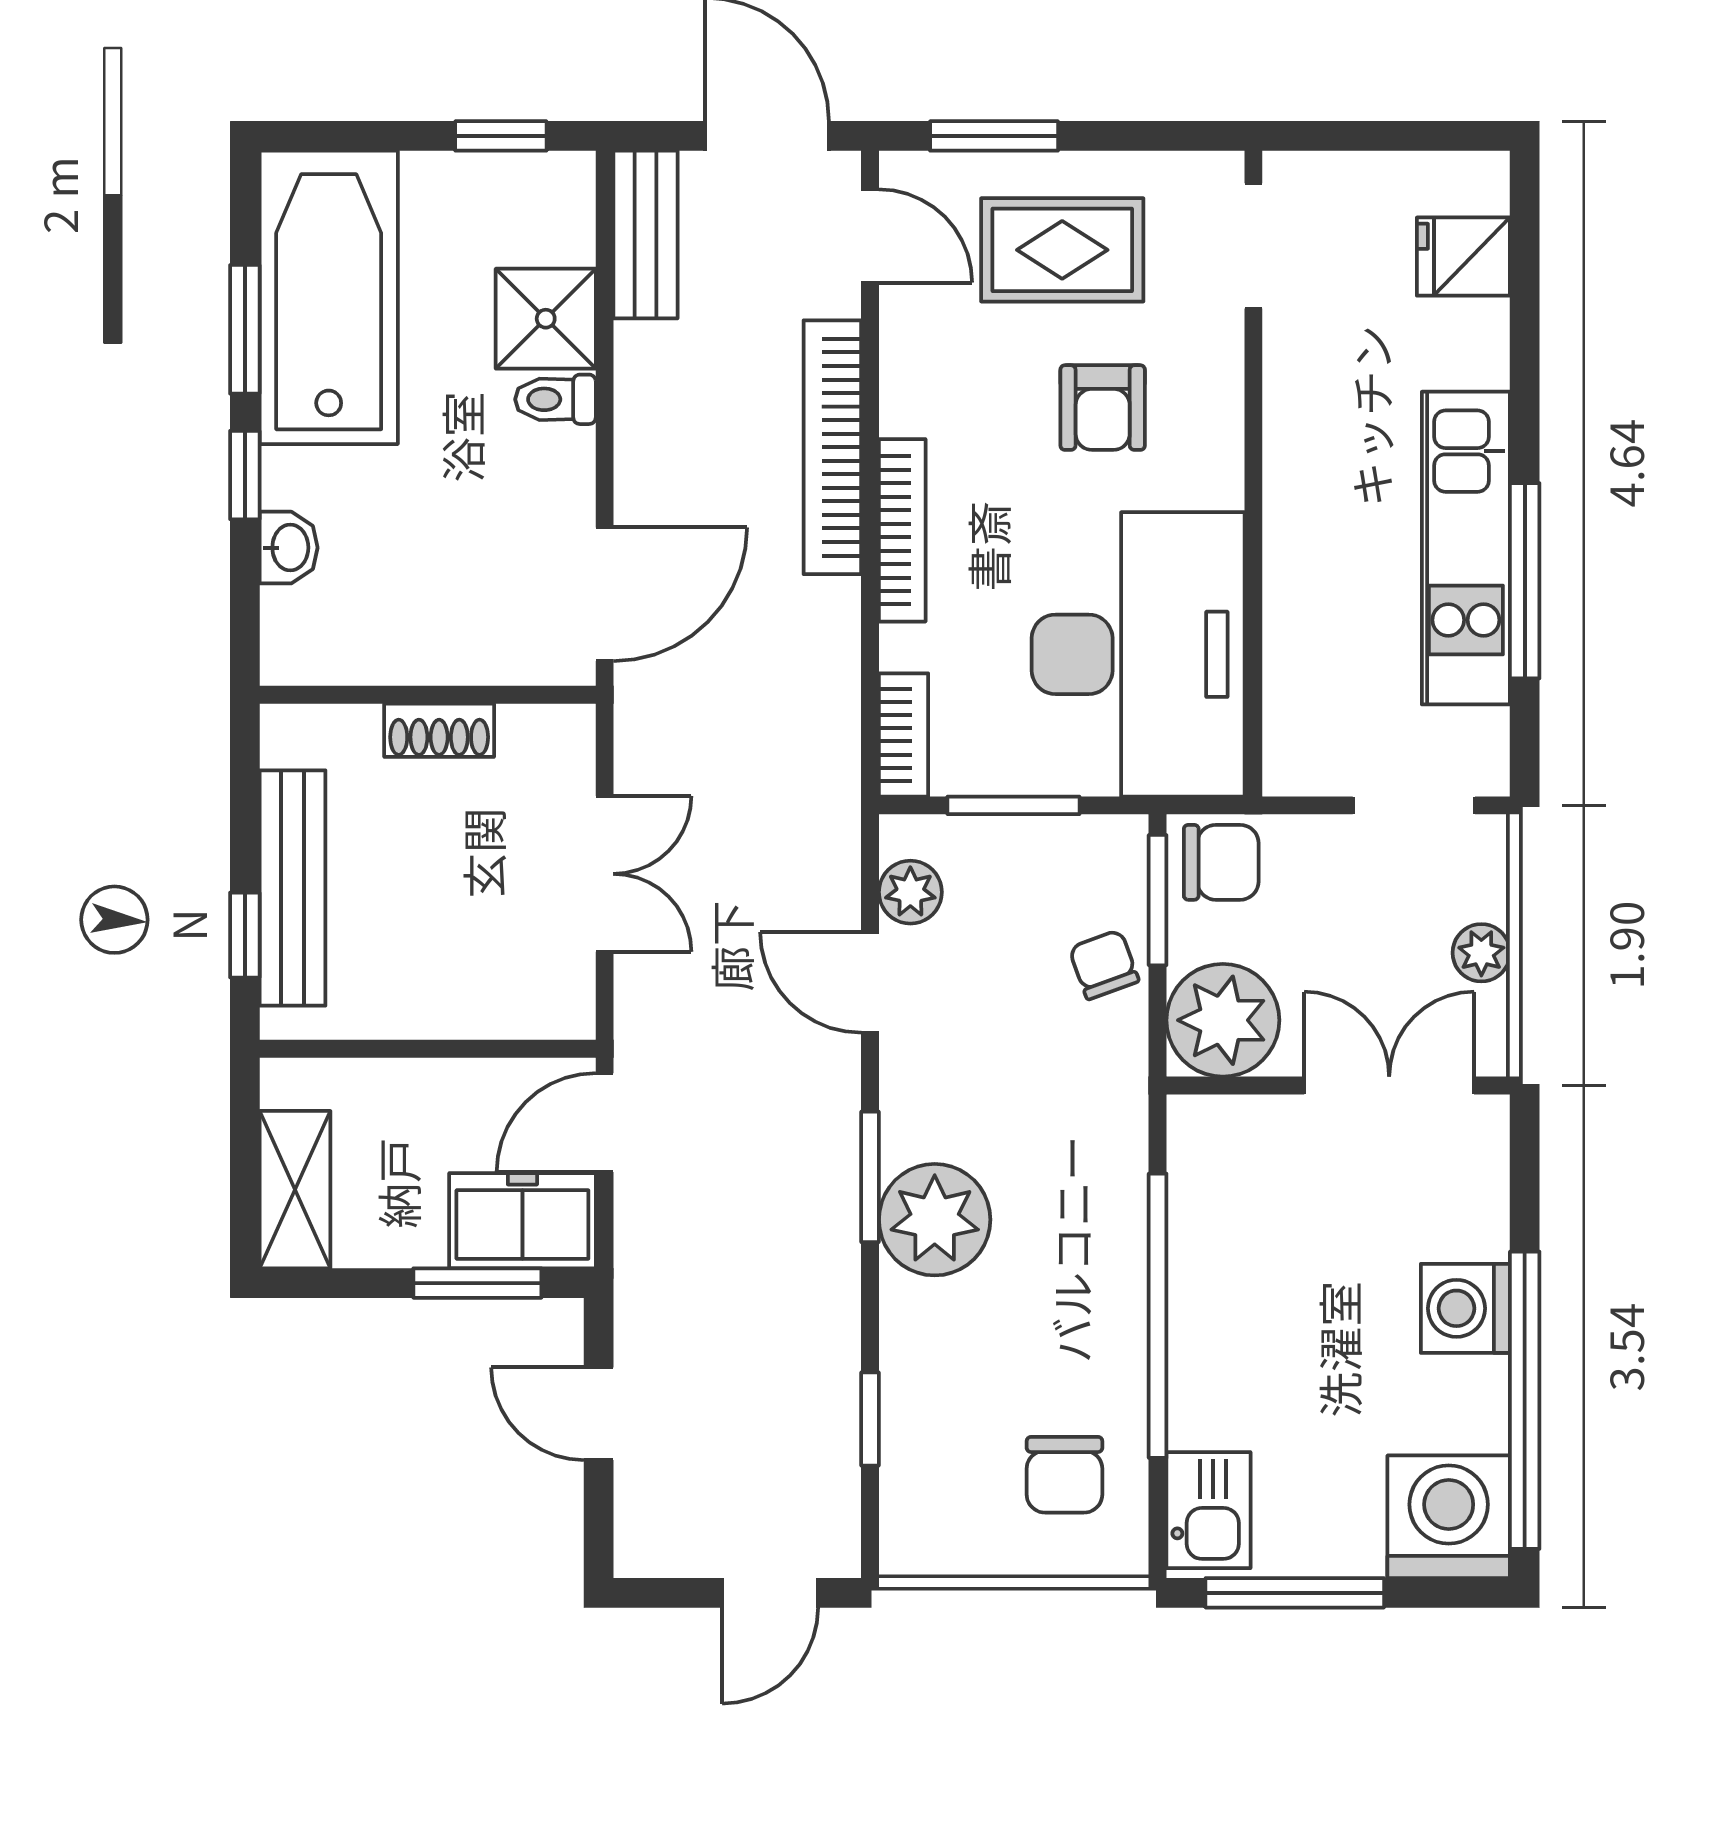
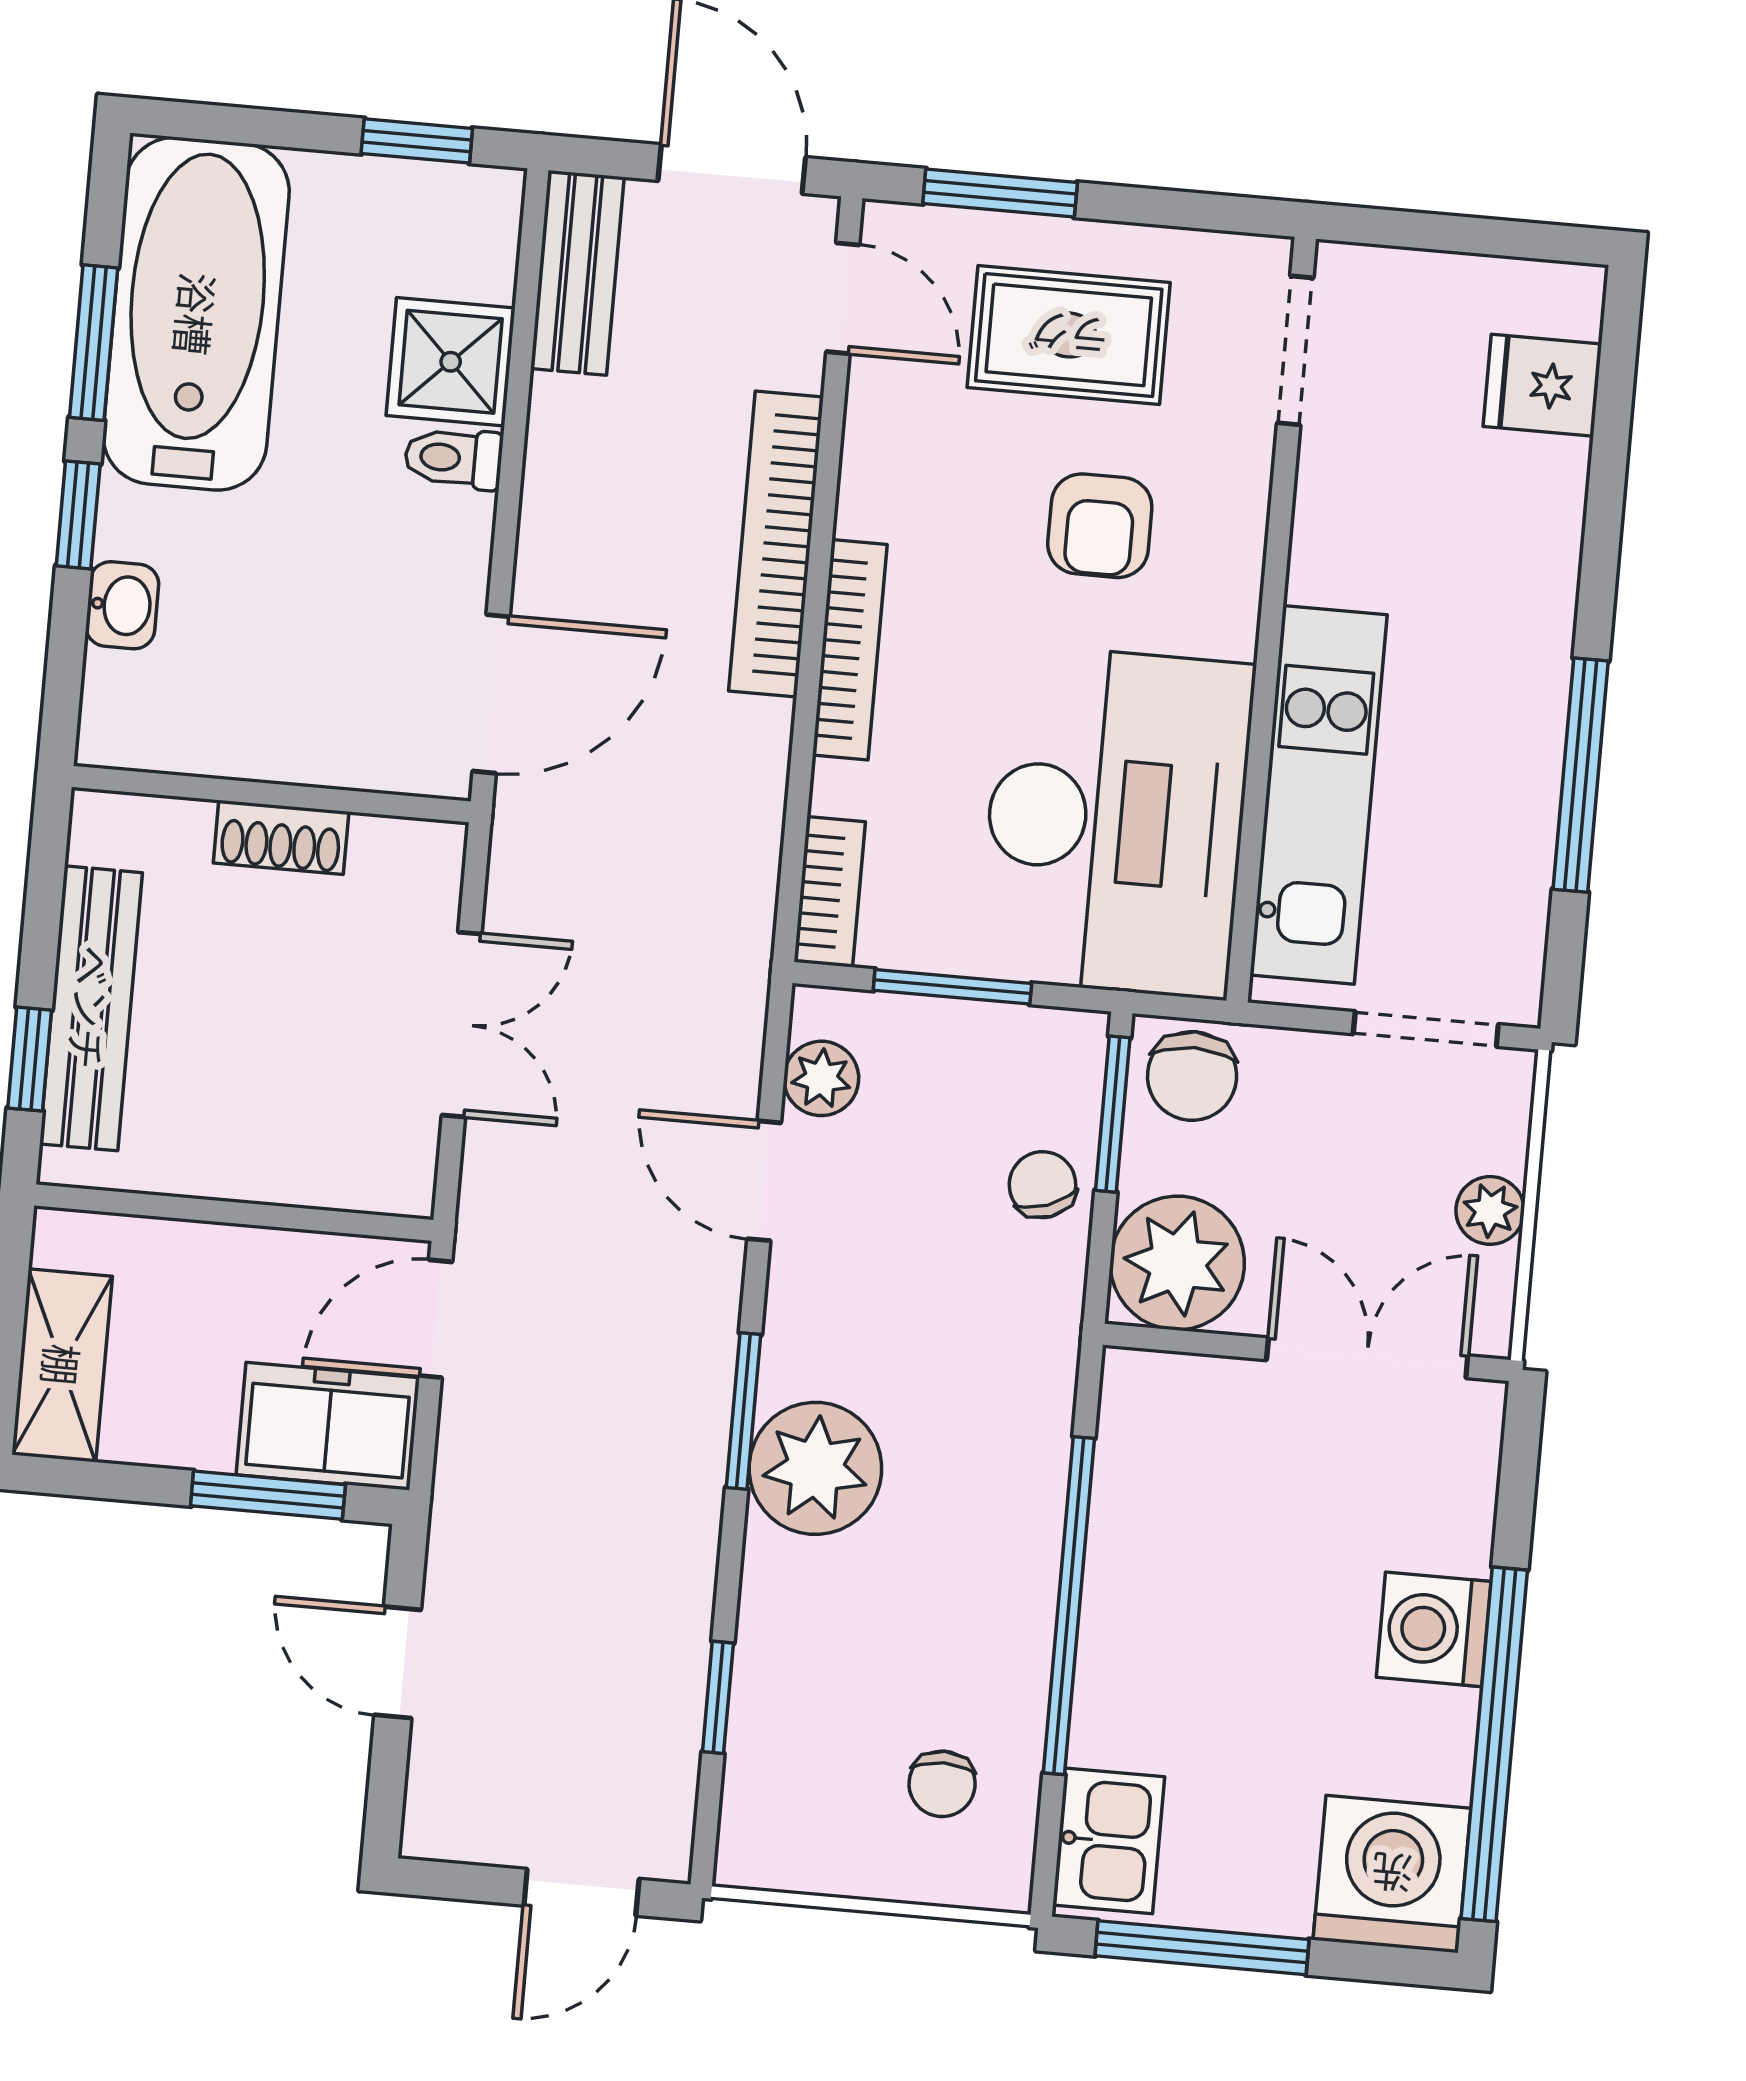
kitchen unit: (1466, 548) -> (1319, 795), moved, turned 180
chair: (1221, 862) -> (1192, 1076), turned 90
chair: (1064, 1475) -> (942, 1784), width x0.73, depth x0.73

